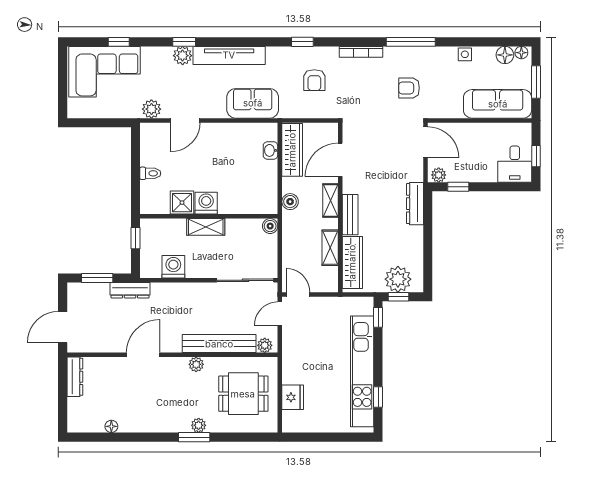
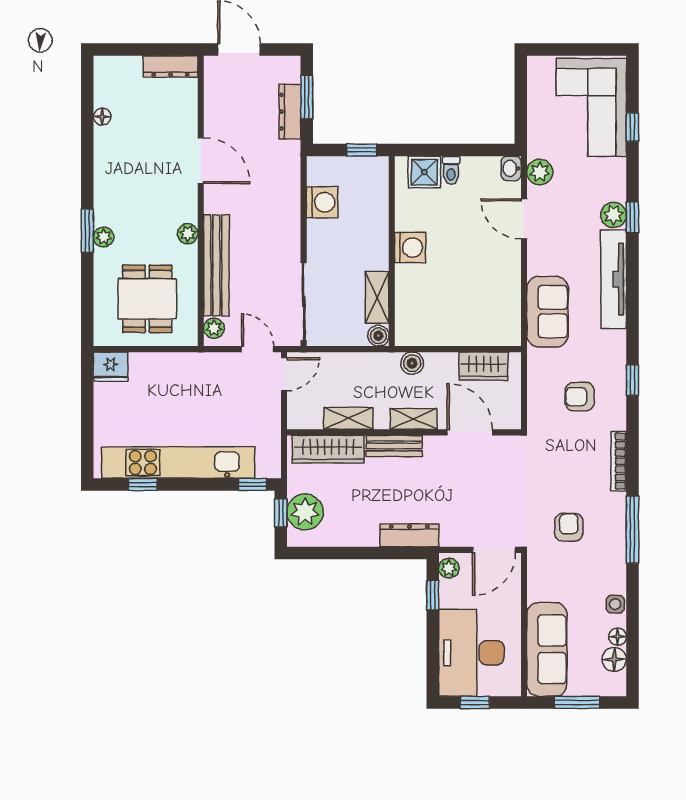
floor lamp: (521, 53) -> (618, 637), moved
washbasin: (270, 150) -> (511, 168), moved, turned -90
wardrobe: (292, 150) -> (483, 366), width x0.67
desk: (515, 164) -> (471, 653), width x1.87, depth x1.30
shower: (182, 203) -> (424, 172), moved
shelving: (206, 227) -> (377, 297), moved
dresser: (130, 290) -> (290, 112), moved
fridge: (293, 397) -> (111, 367), moved

